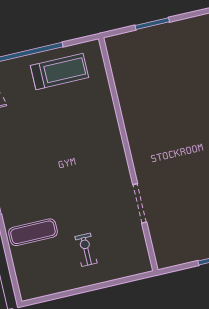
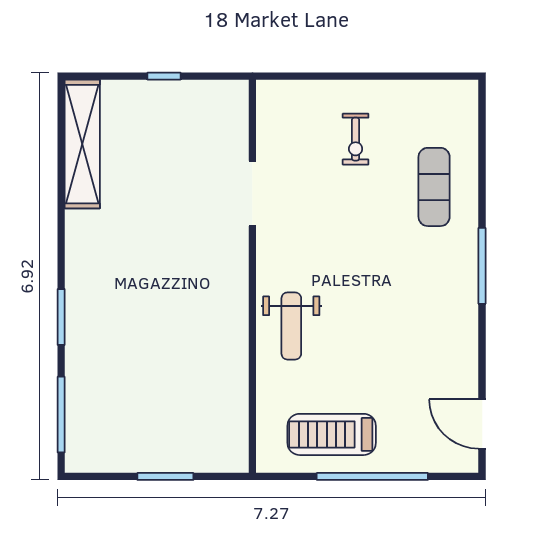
weight bench: (98, 130) -> (291, 326), added
exercise mat: (33, 232) -> (434, 187), turned 90

